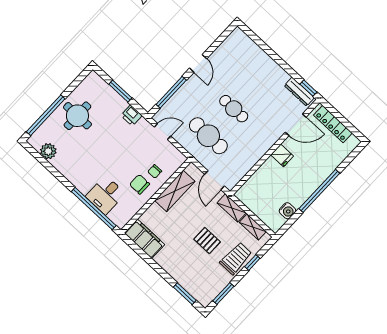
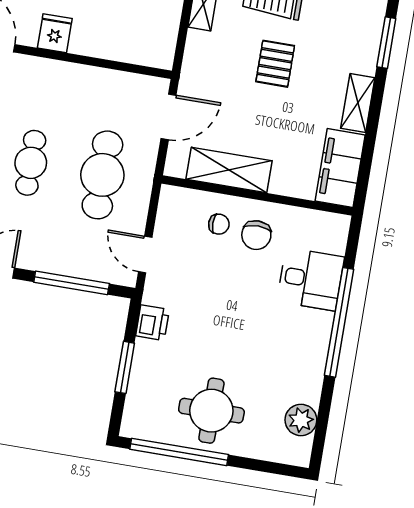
window: (46, 115) -> (179, 452), moved
shelving: (232, 208) -> (358, 103), moved
window: (94, 209) -> (339, 322), moved

